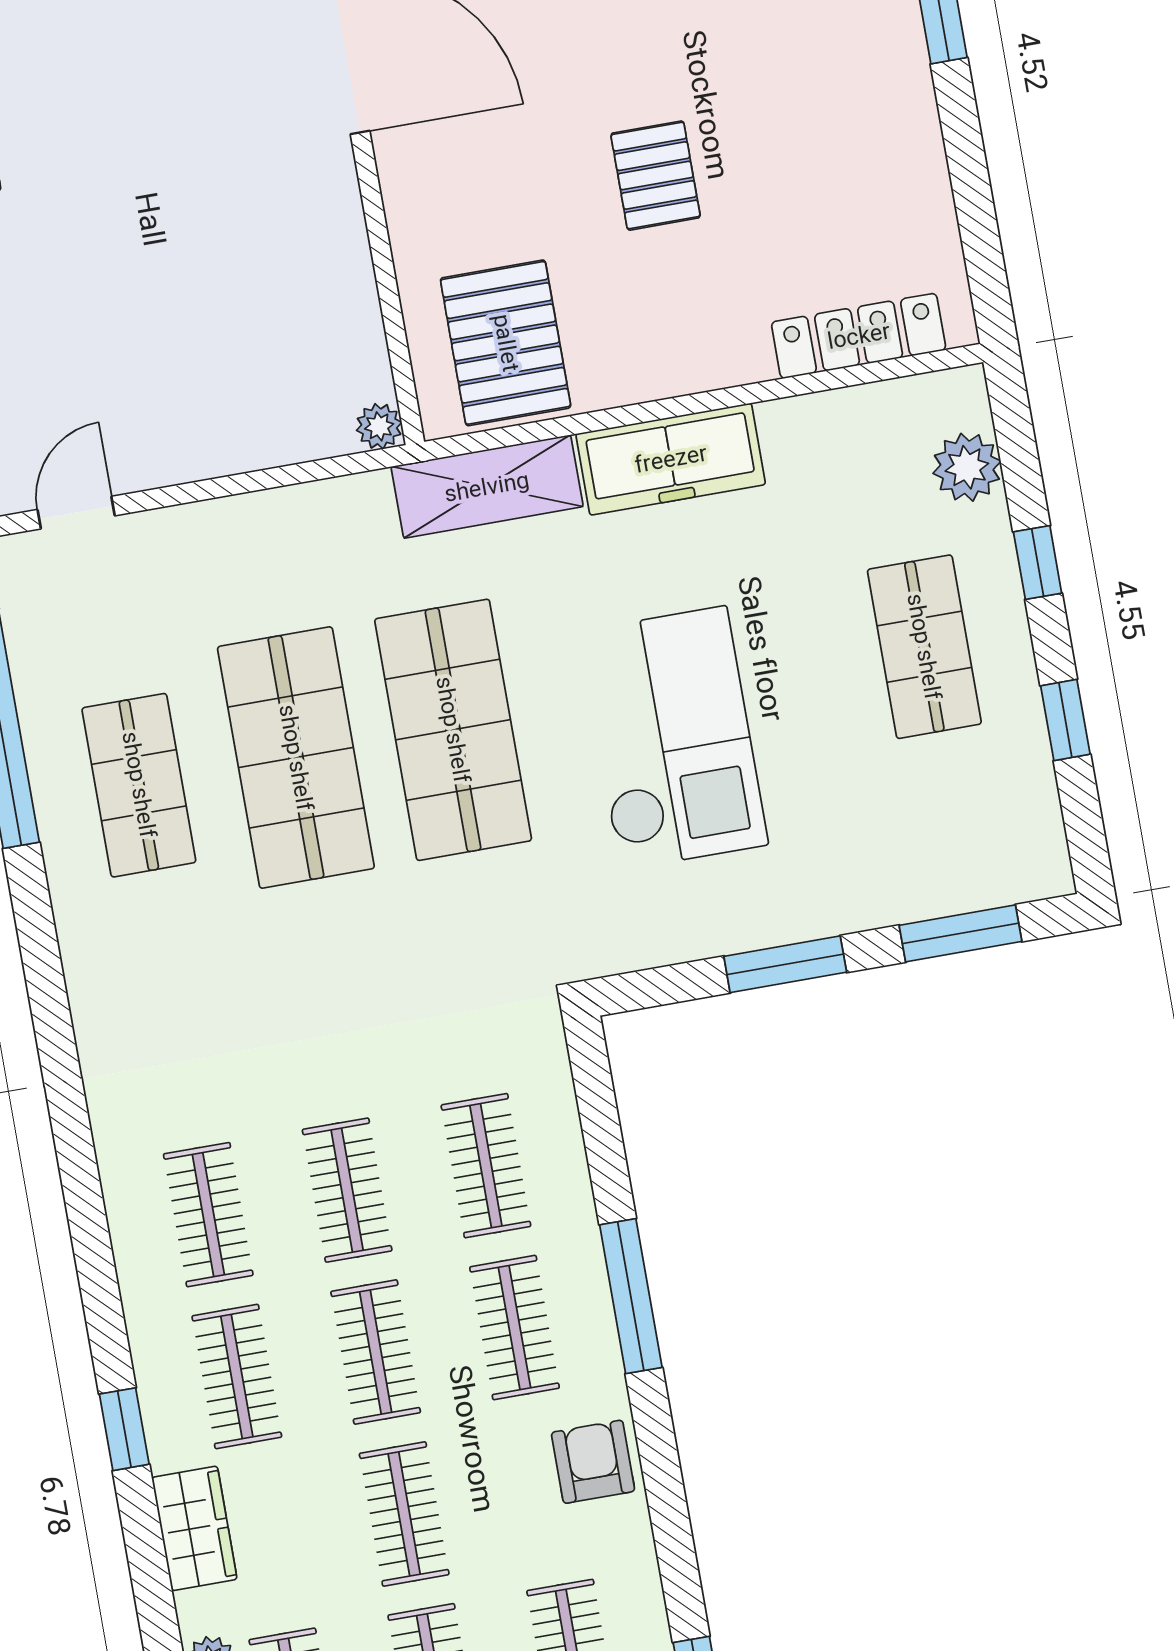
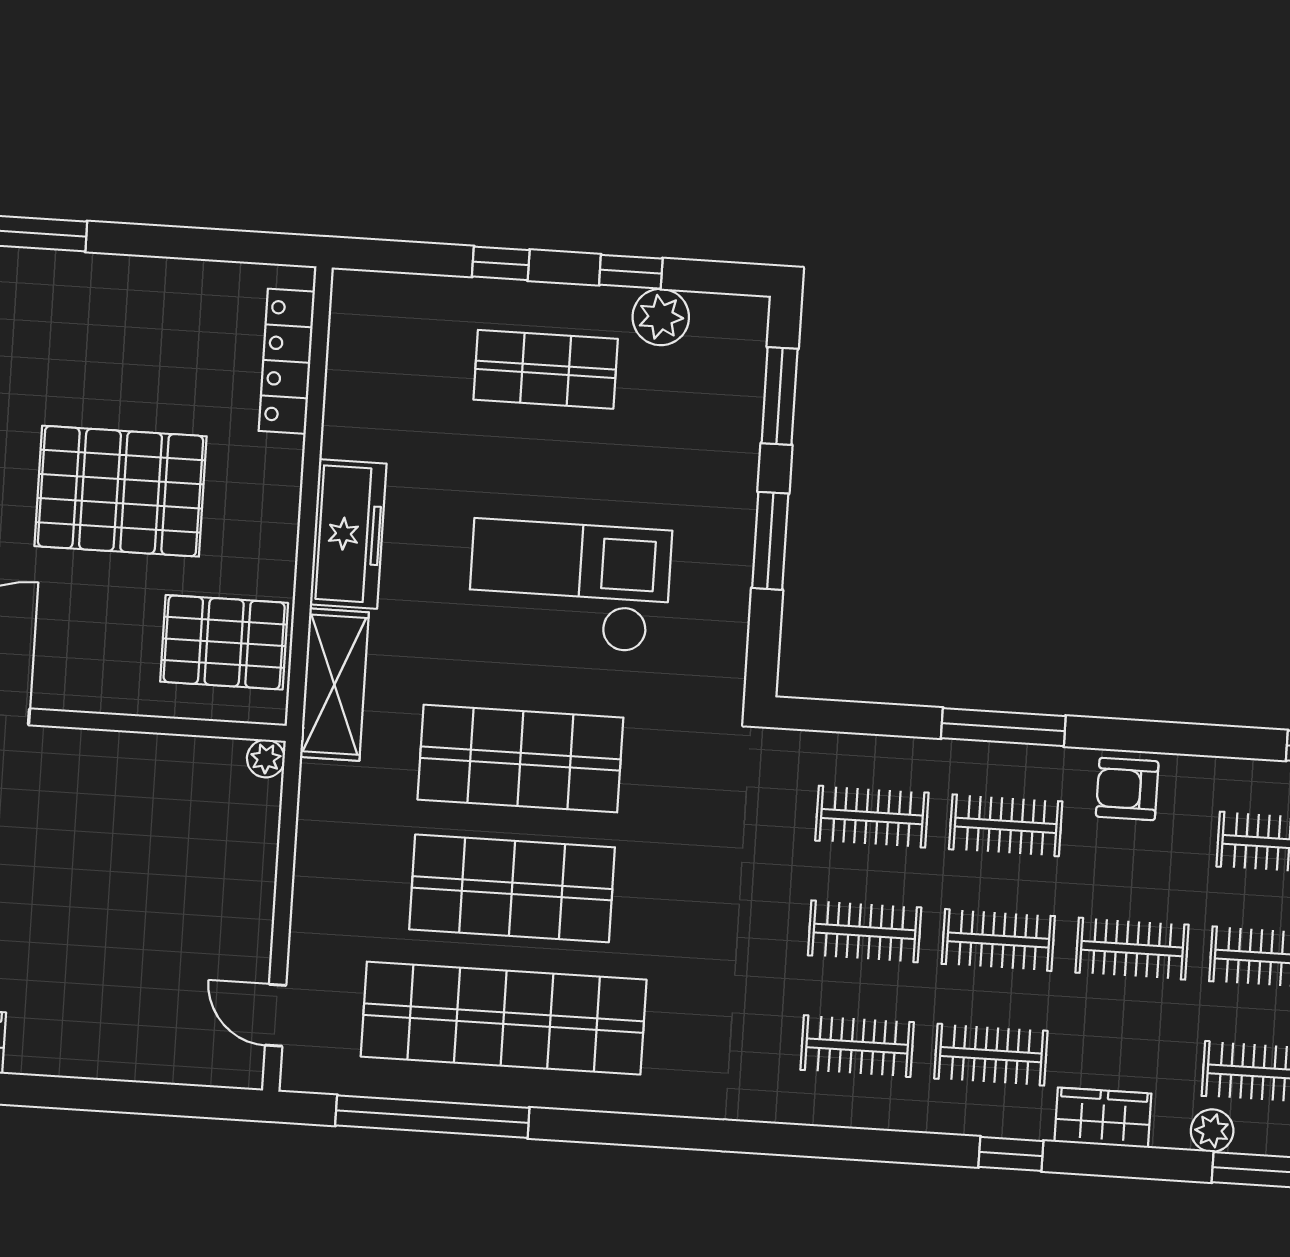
pallet: (656, 176) -> (121, 491), width x2.05, depth x2.00
plant: (967, 467) -> (661, 317), moved
shop shelf: (139, 785) -> (504, 1018), width x2.00, depth x1.36

